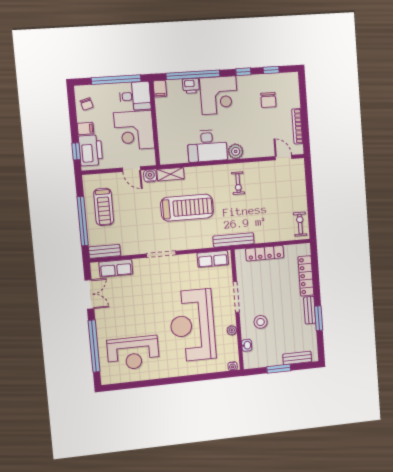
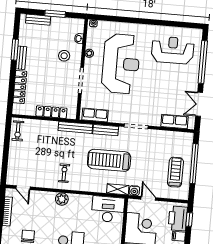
desk: (207, 146) -> (108, 209), moved
bench: (105, 251) -> (106, 130), moved

